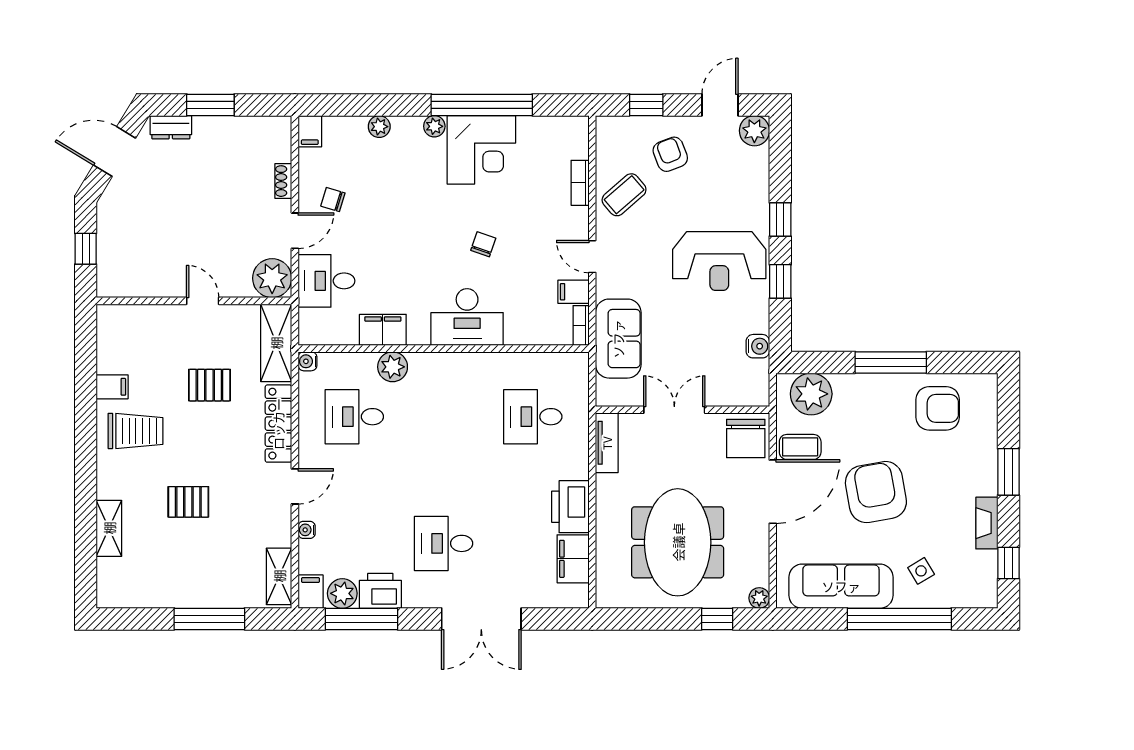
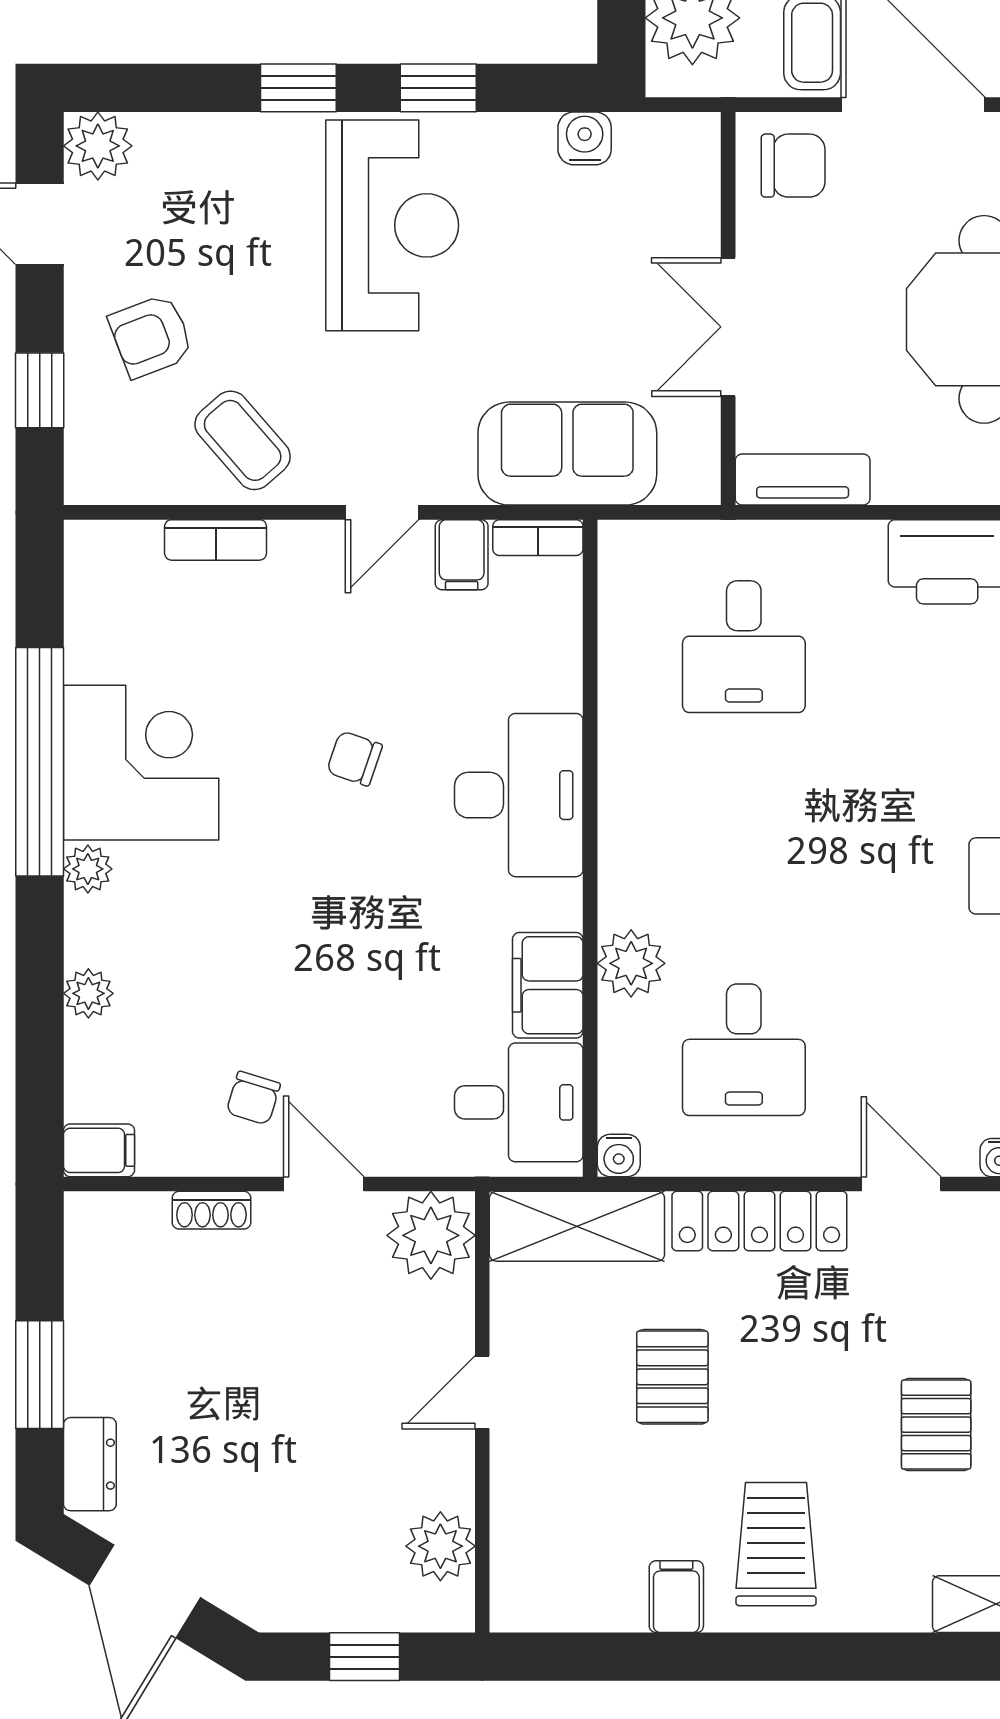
desk: (326, 281) -> (519, 1102), moved, turned -90
plant: (135, 282) -> (440, 1546), added
chair: (746, 439) -> (793, 166), width x0.73, depth x0.73

